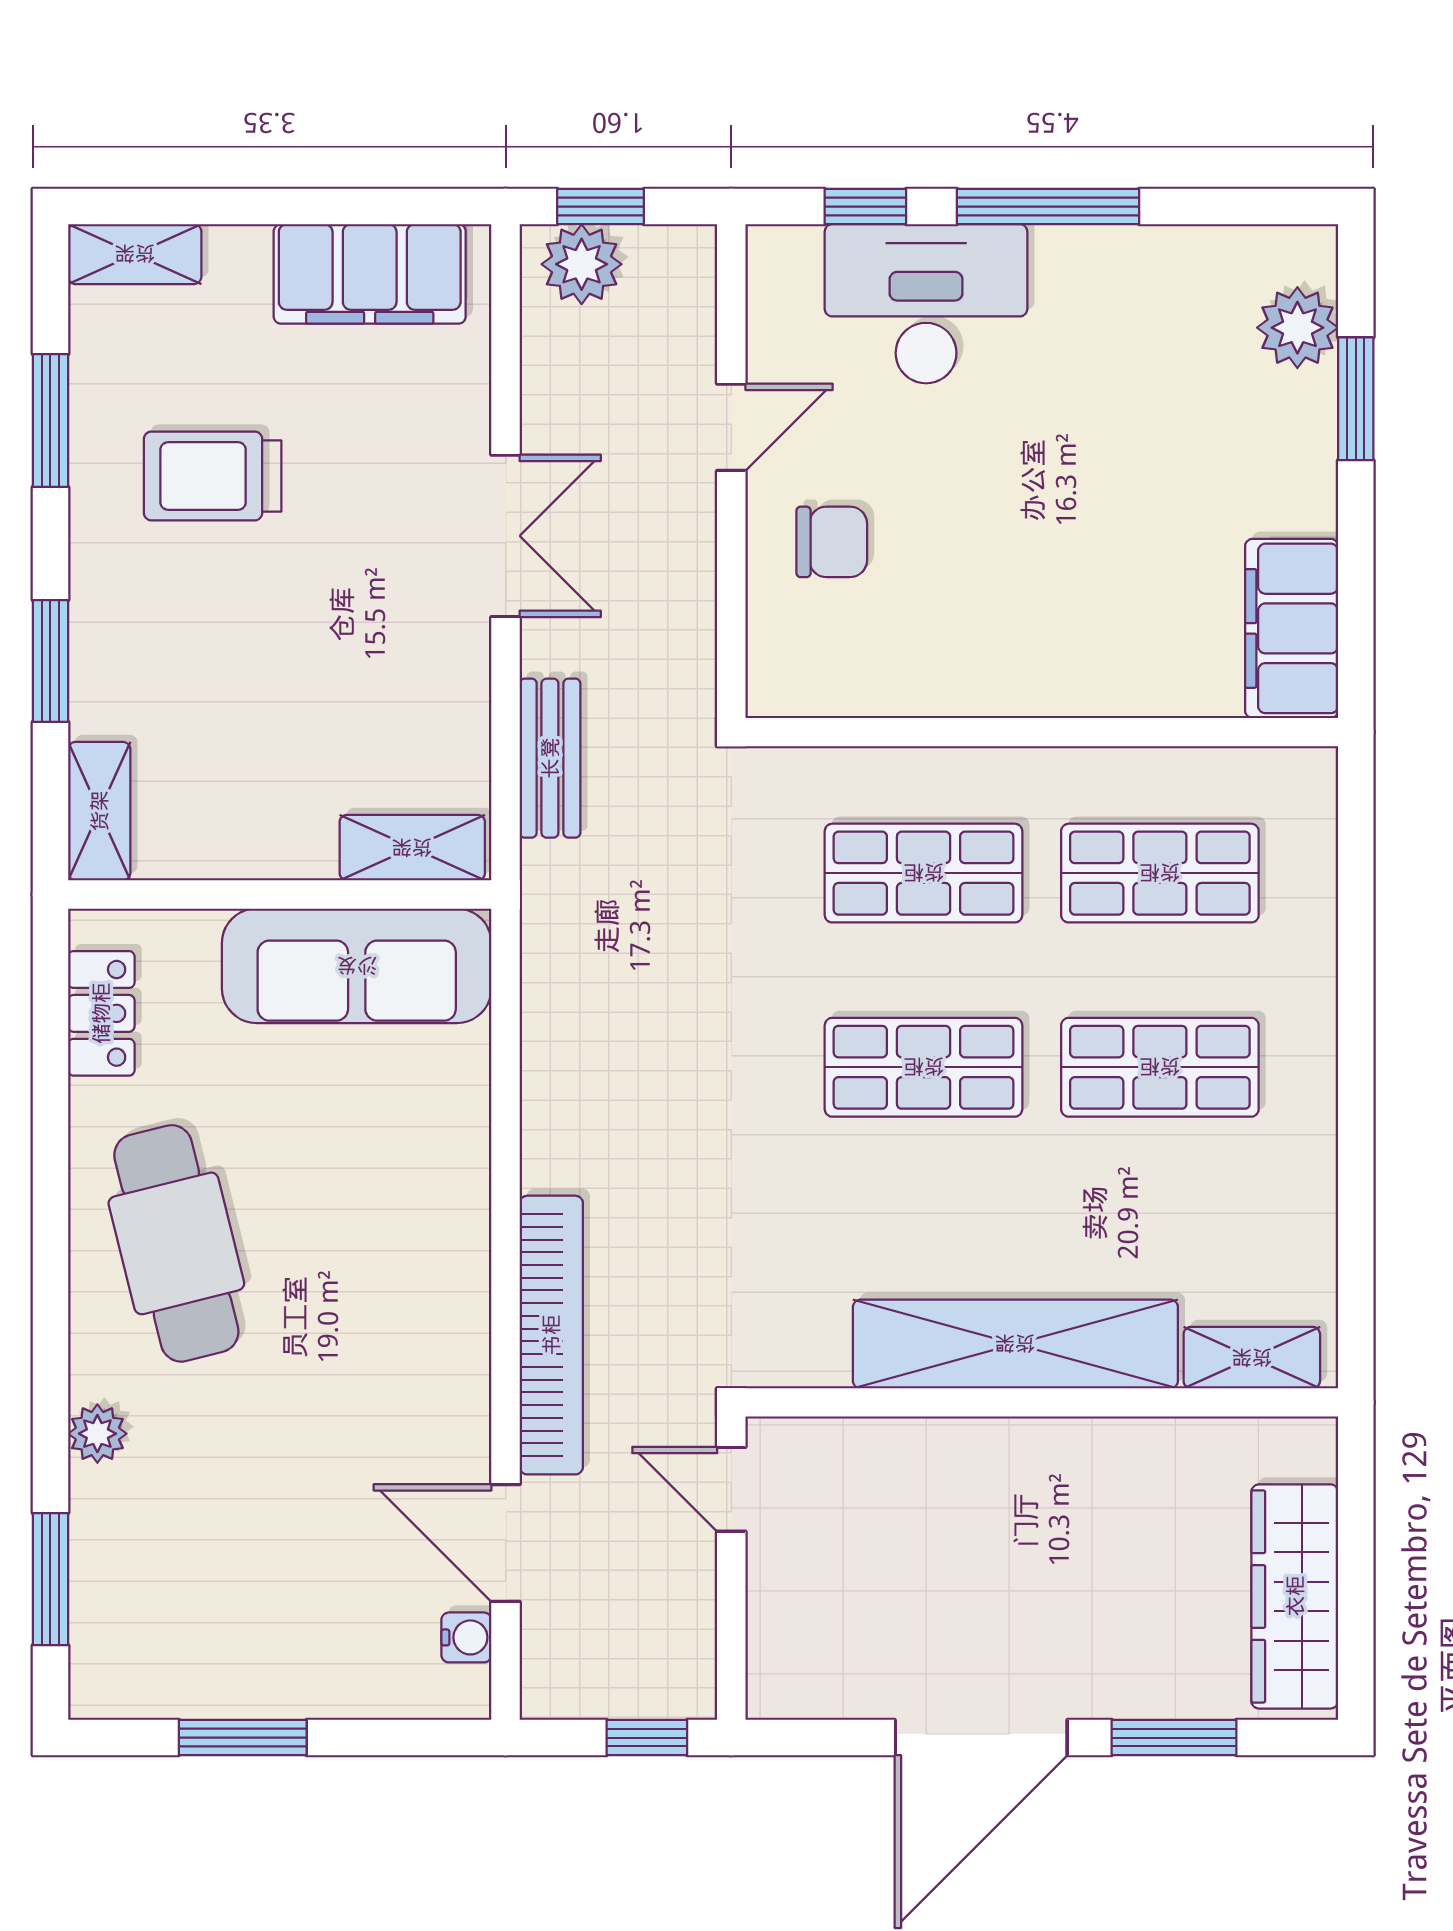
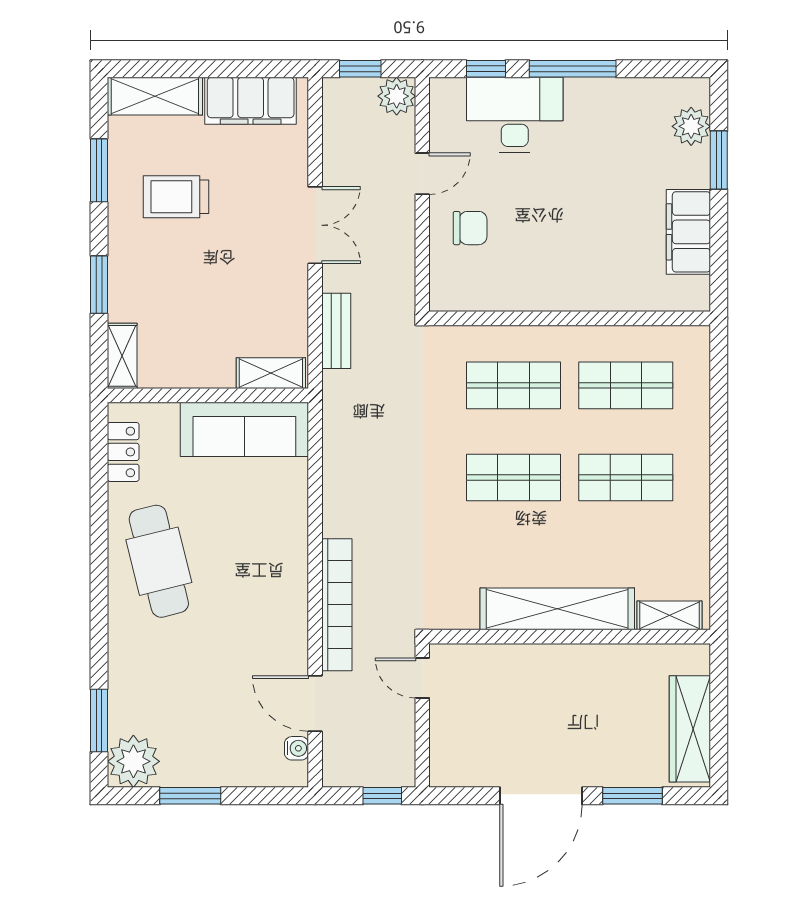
shelving: (135, 254) -> (155, 96), width x1.50, depth x1.33
plant: (582, 264) -> (397, 96), moved
filing cabinet: (1292, 628) -> (688, 232), moved
plant: (97, 1434) -> (133, 761), moved, width x1.87, depth x1.87

